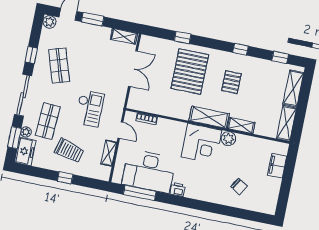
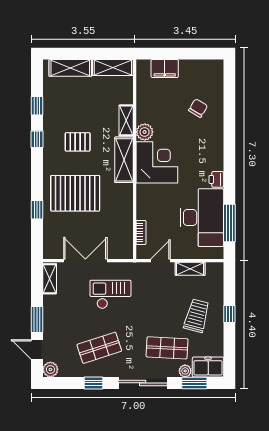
window: (280, 57) -> (37, 106), moved
checkout: (89, 109) -> (110, 294), moved

